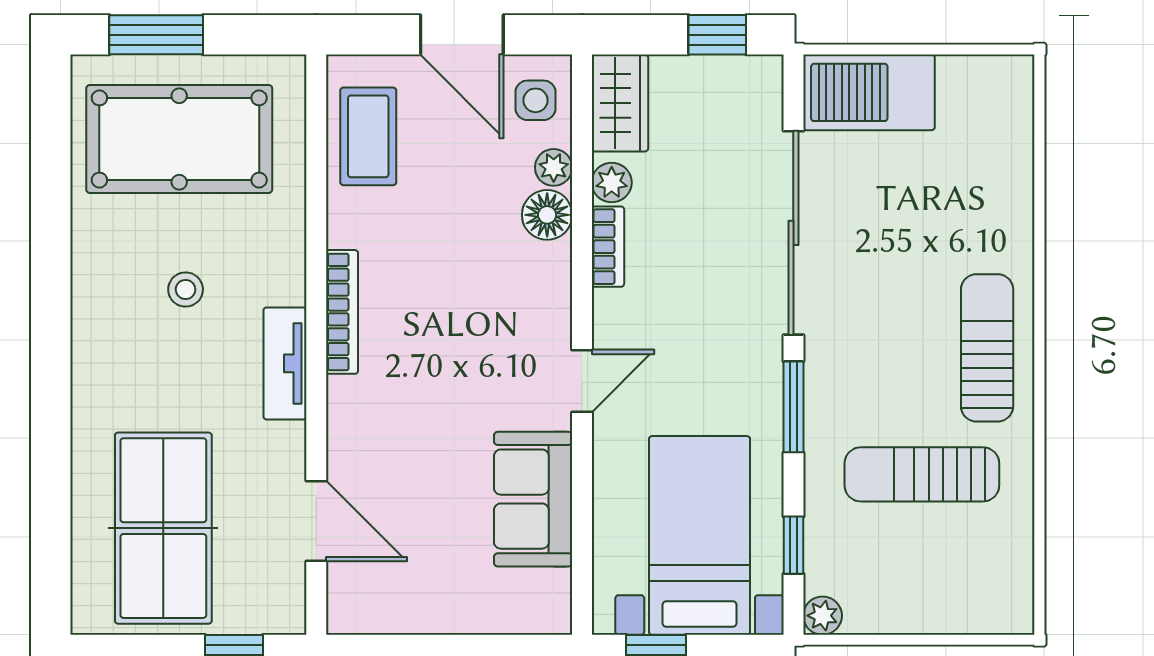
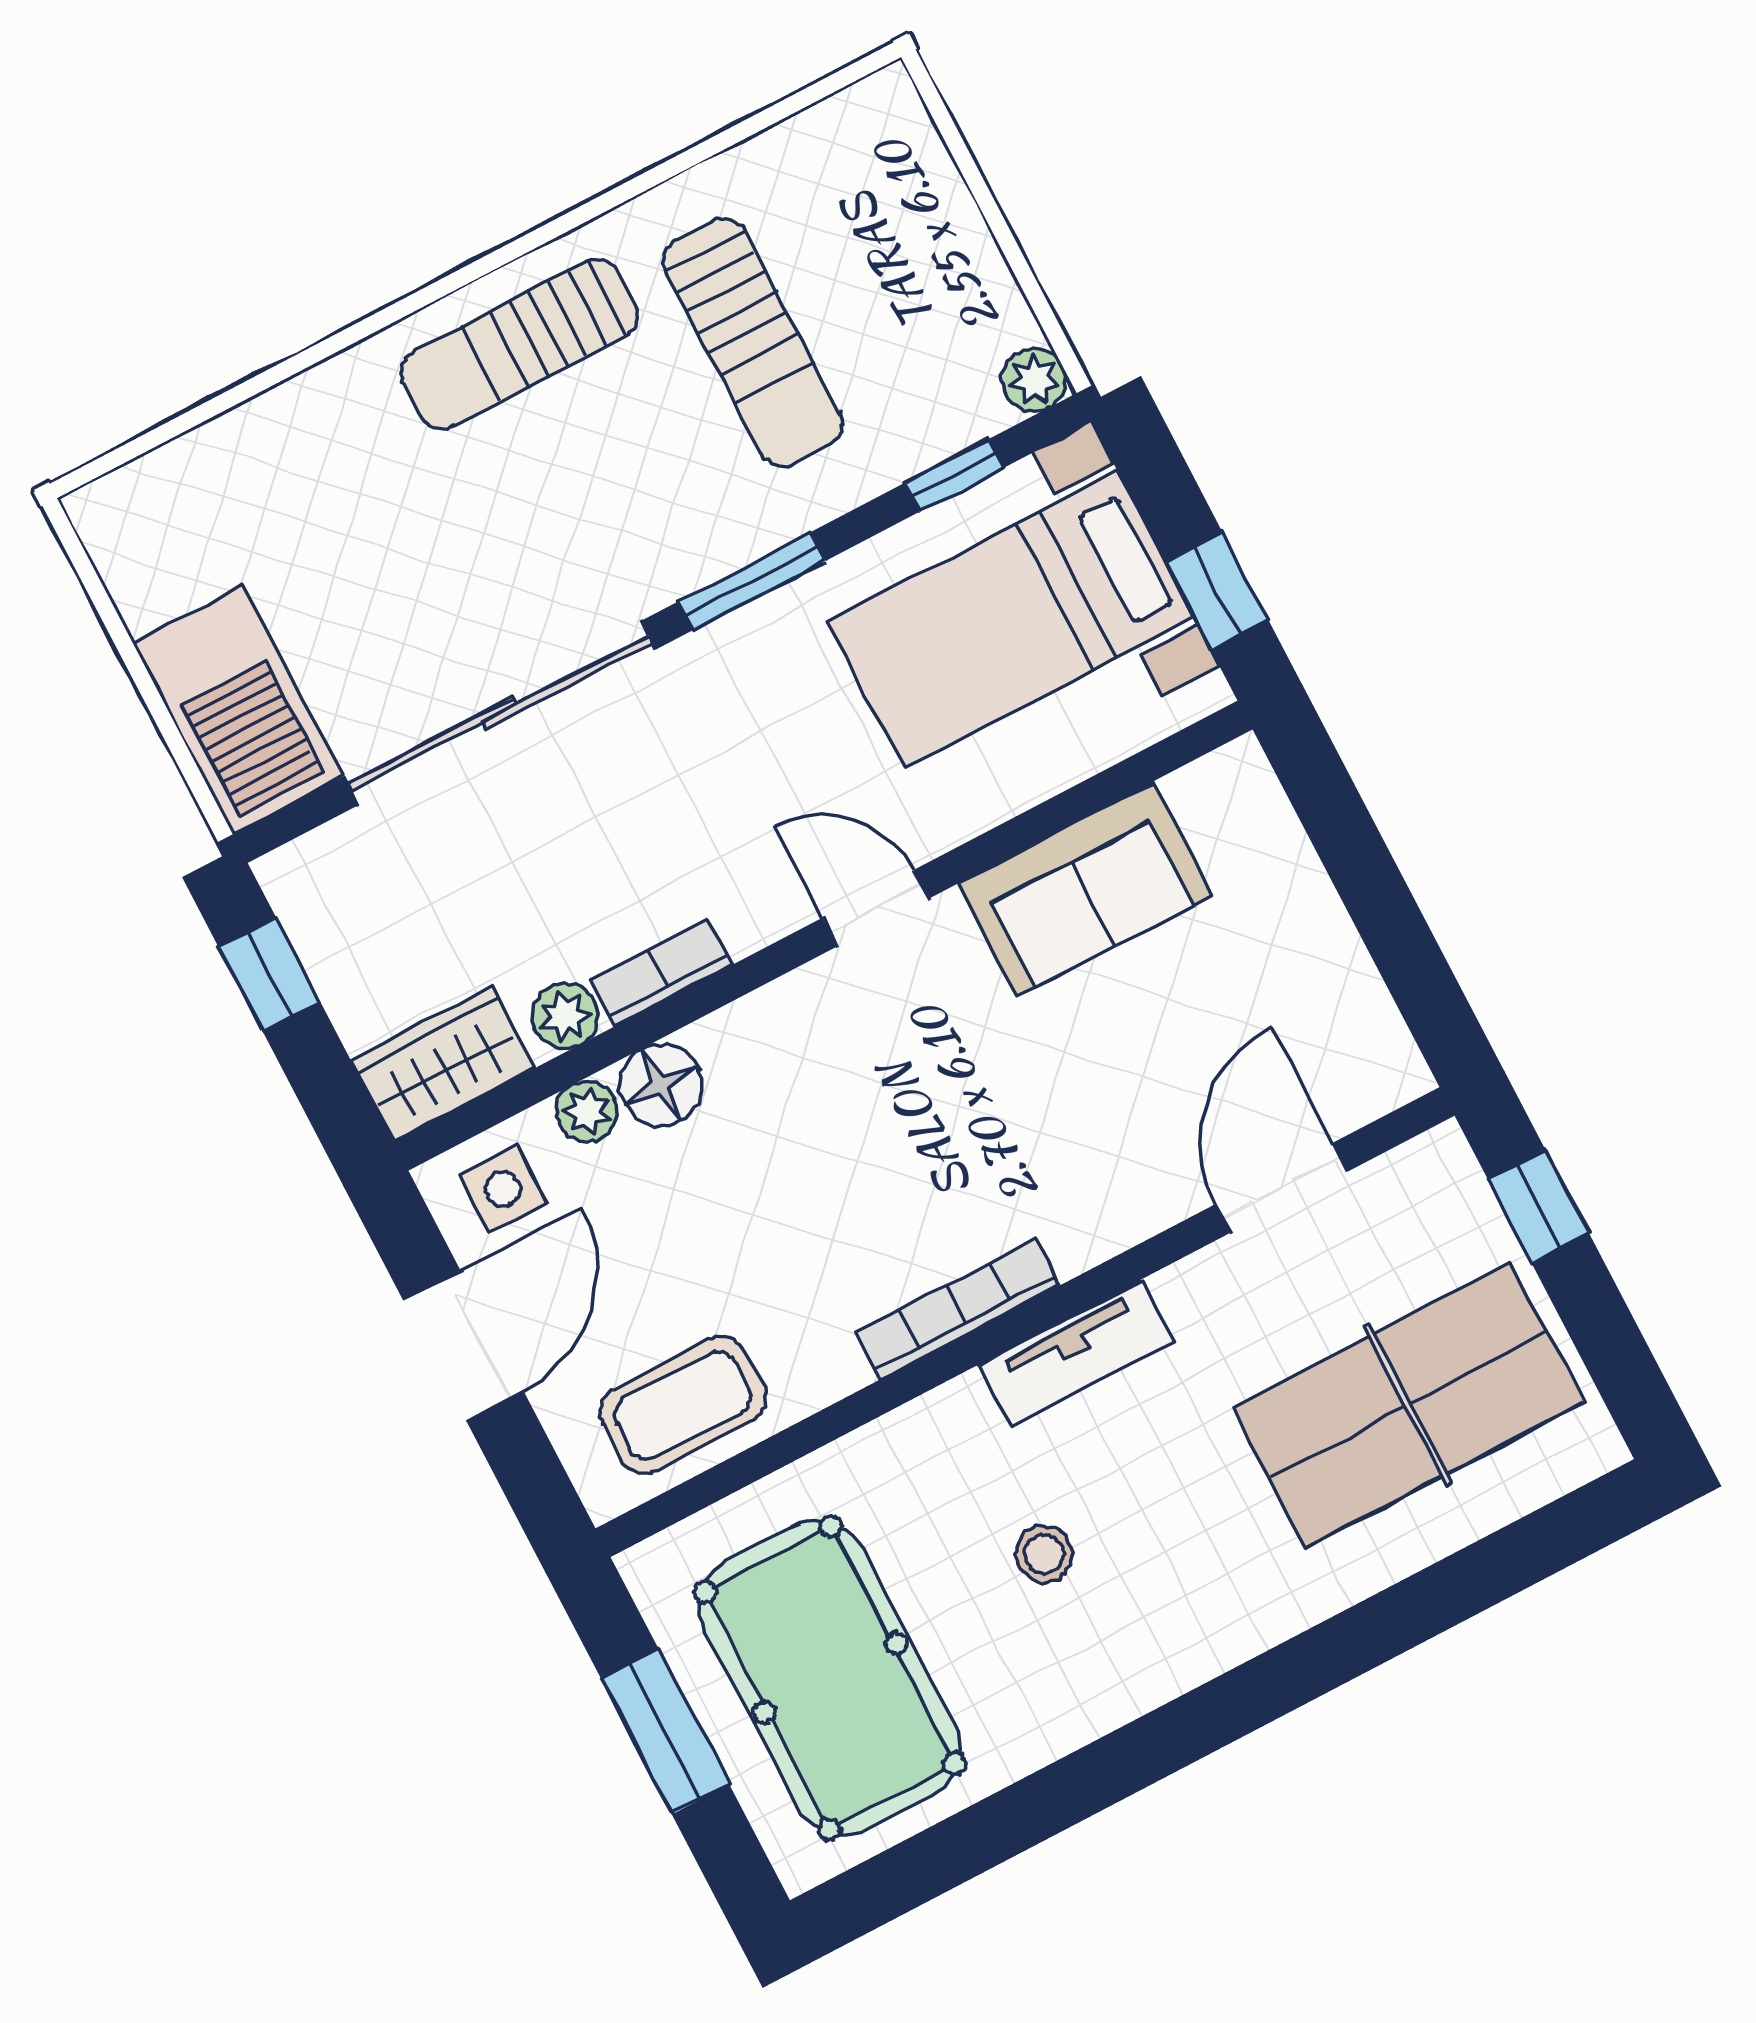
window: (156, 35) -> (665, 1731), moved

